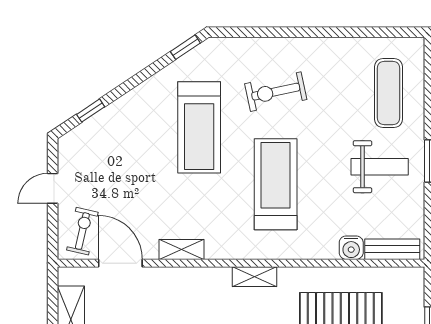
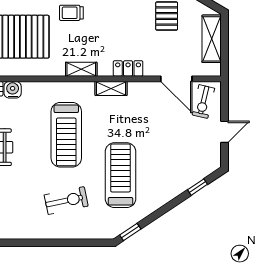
shelving: (181, 250) -> (111, 88), moved
locker: (188, 278) -> (128, 68), added

